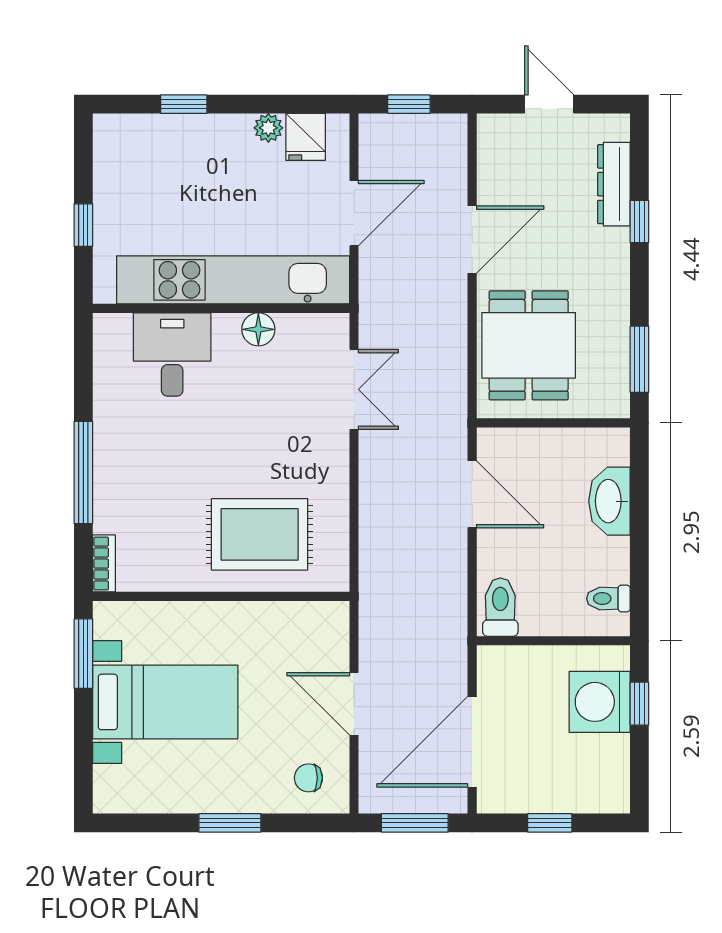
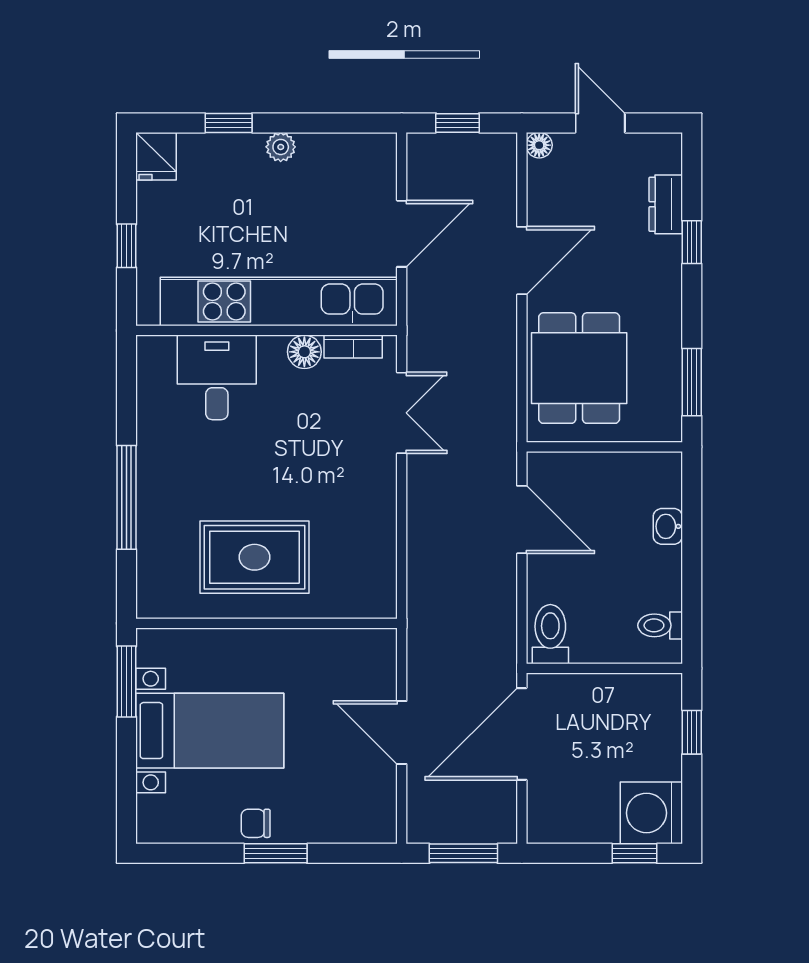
floor lamp: (489, 126) -> (539, 145), added
plant: (268, 128) -> (281, 147), moved
fridge: (306, 137) -> (156, 156), moved
dresser: (614, 184) -> (666, 204), width x0.70
washbasin: (609, 501) -> (668, 526), width x0.52, depth x0.69
rug: (260, 534) -> (255, 557), moved
bookcase: (104, 563) -> (353, 347), moved, turned 90
washing machine: (600, 702) -> (651, 813), moved
door: (472, 742) -> (522, 734), moved
chair: (308, 778) -> (256, 823), moved
window: (550, 823) -> (634, 853), moved

